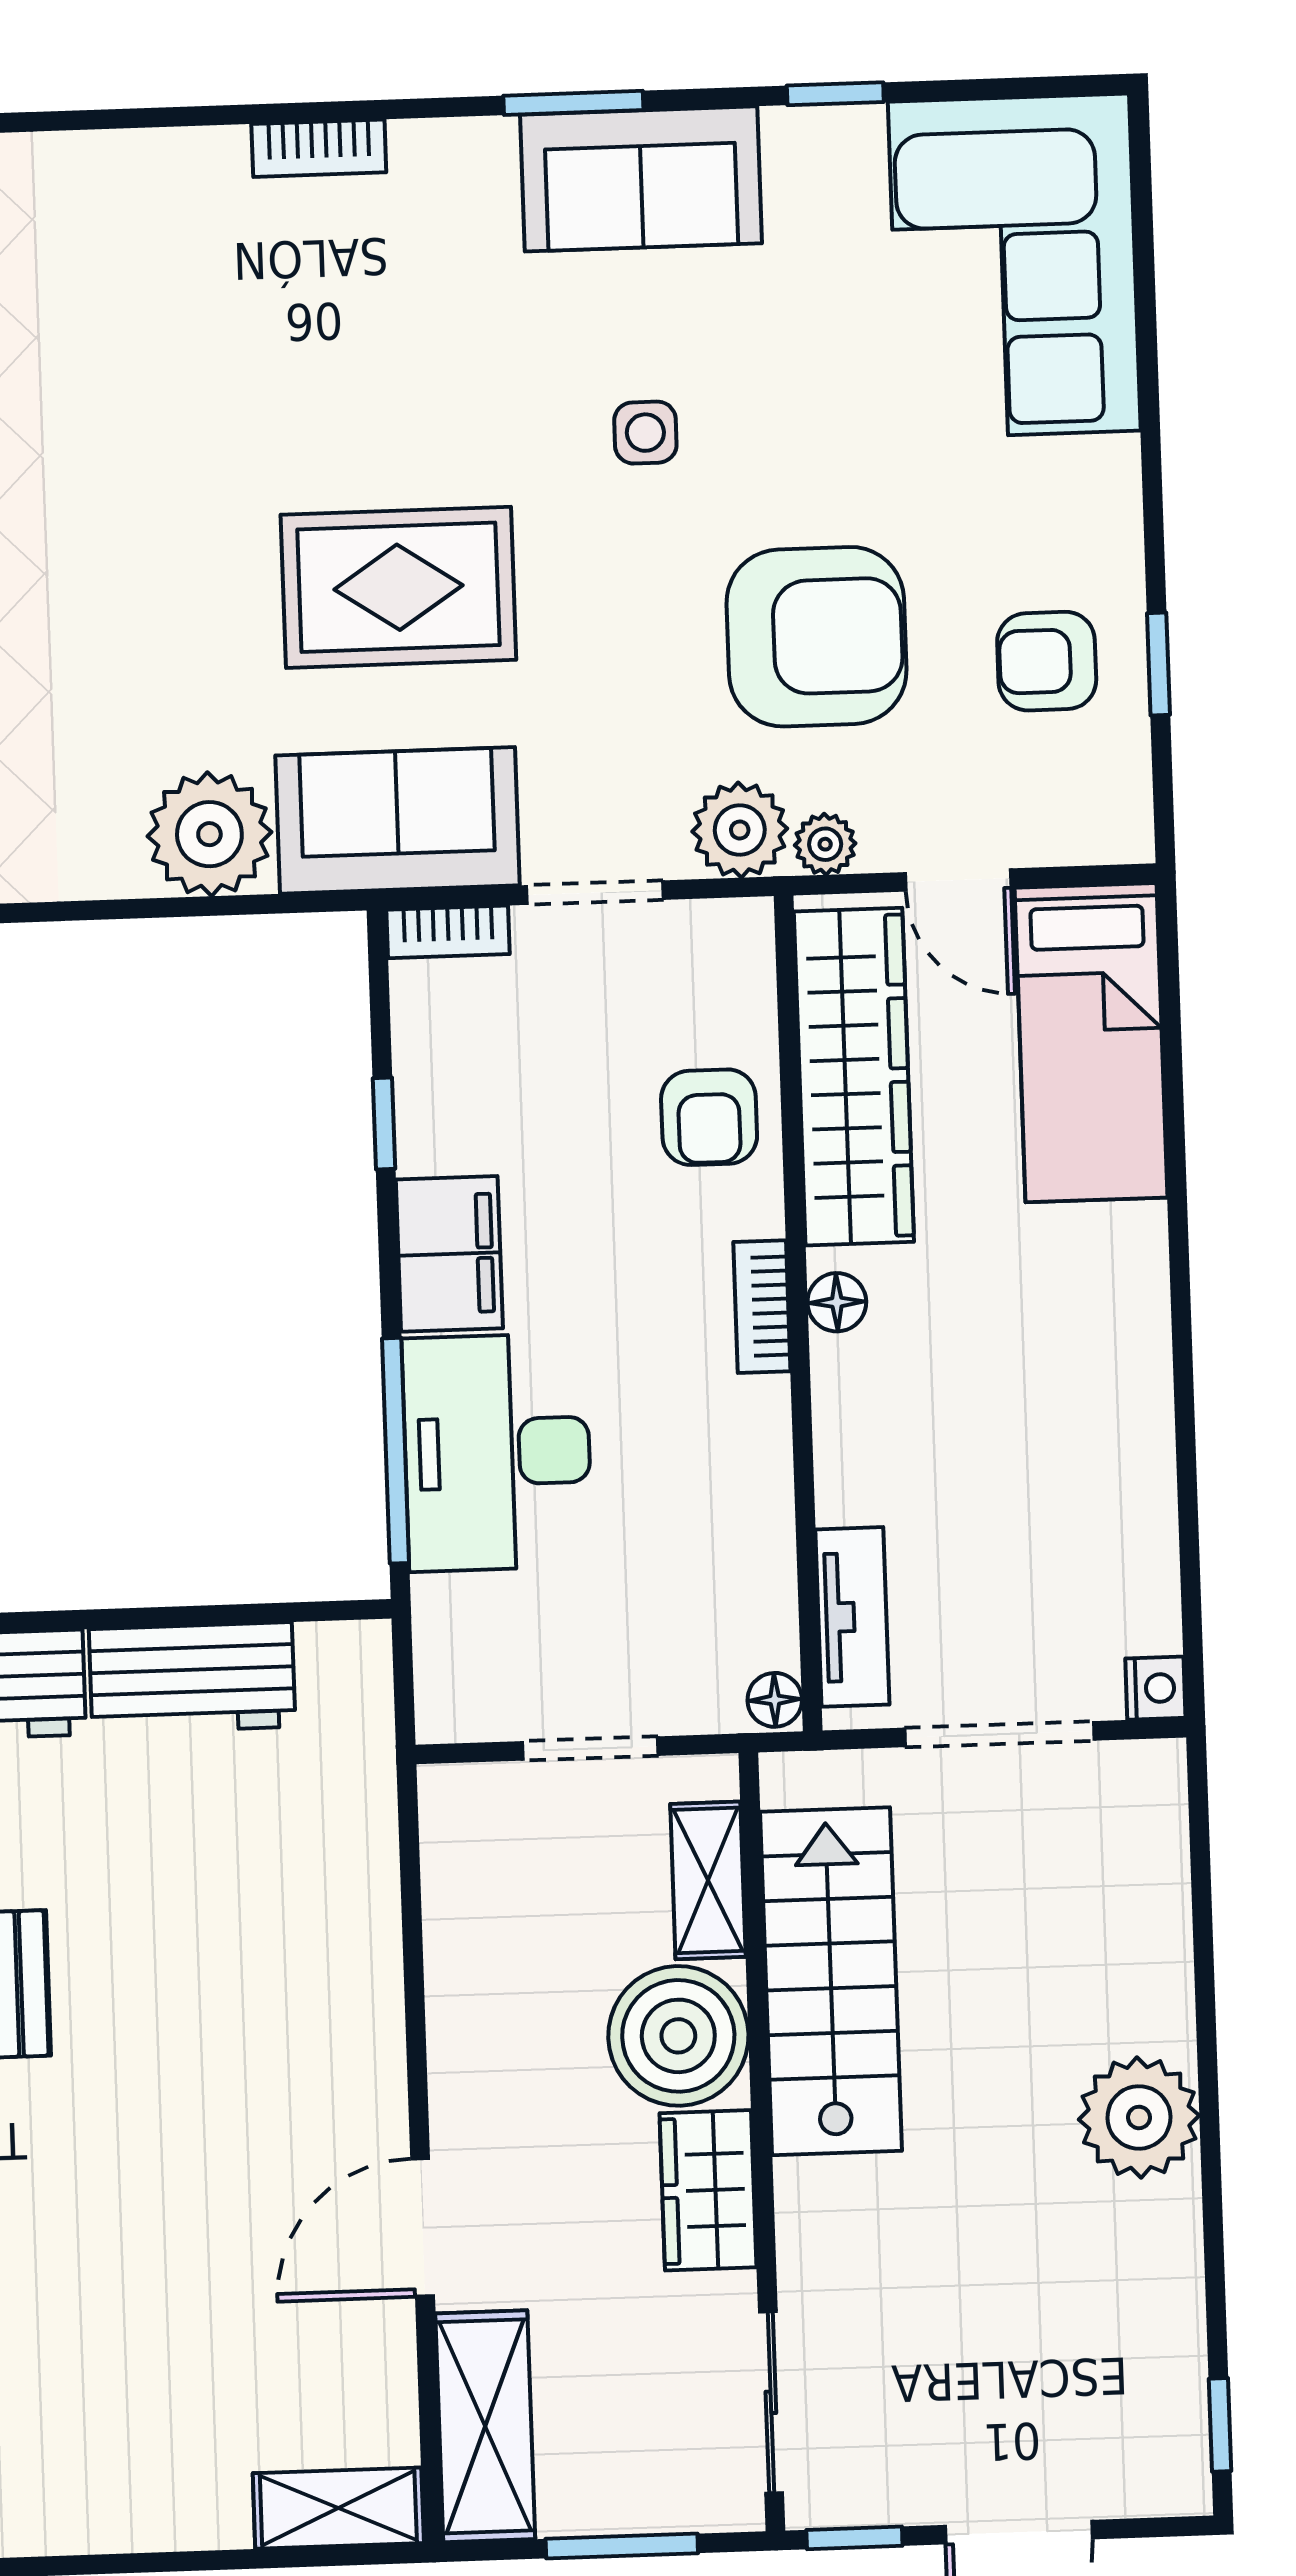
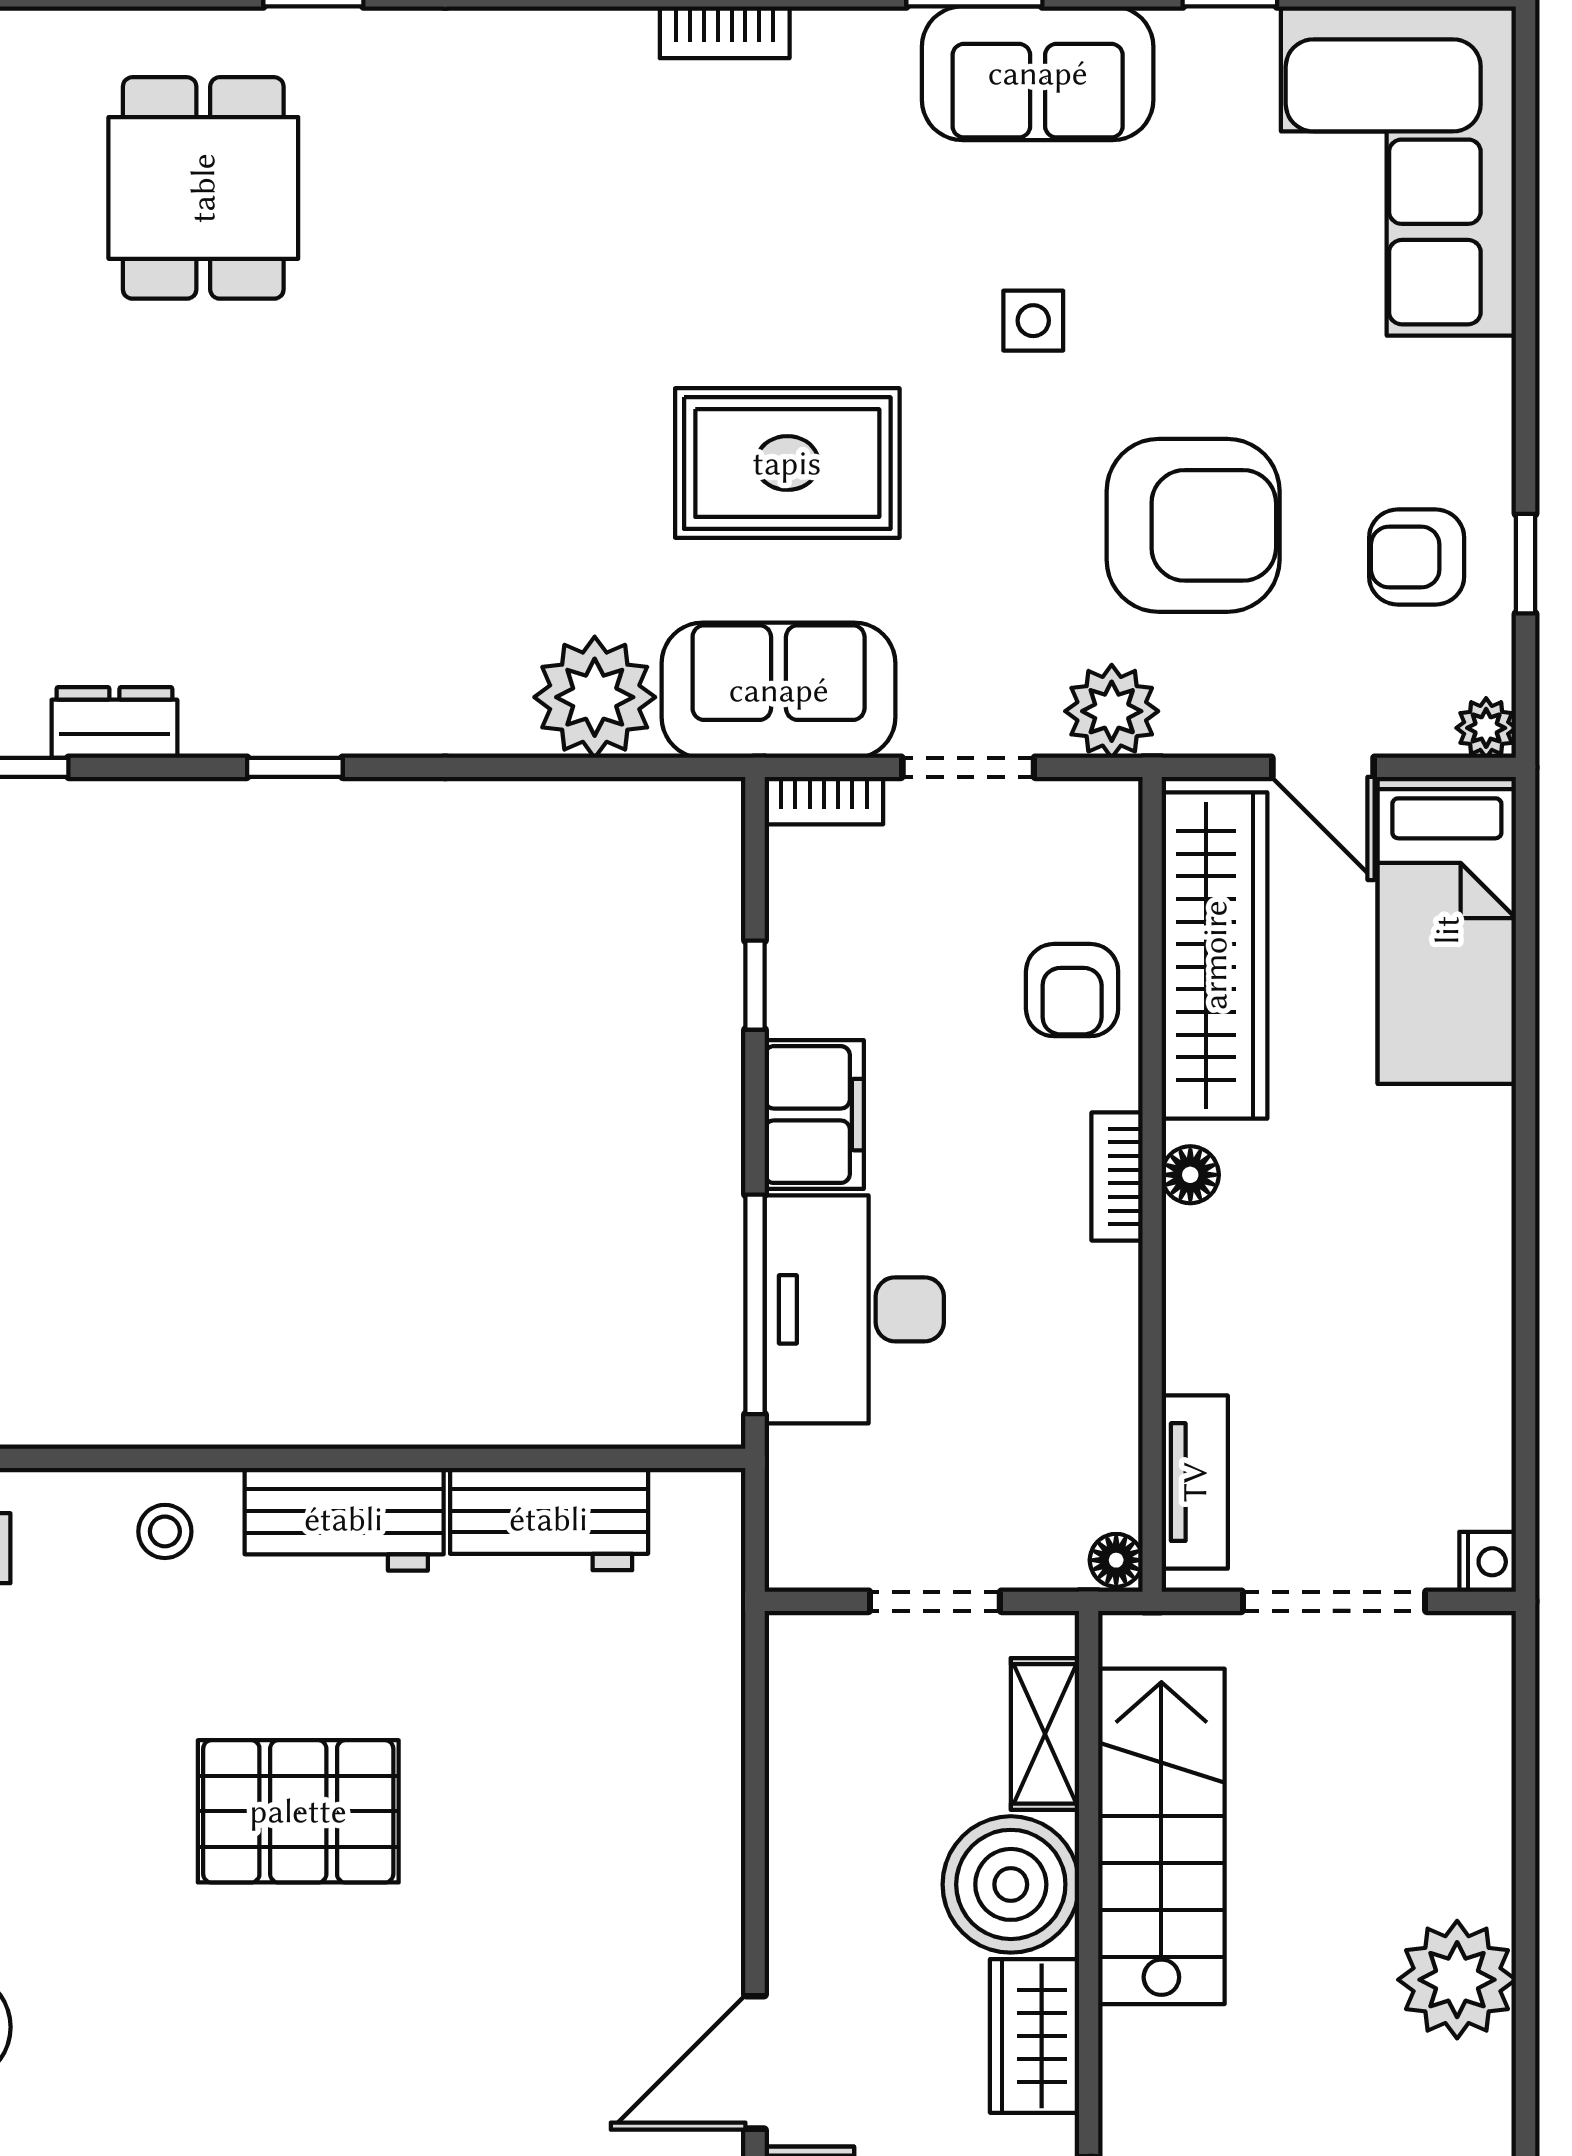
plant: (825, 844) -> (1486, 728), moved

